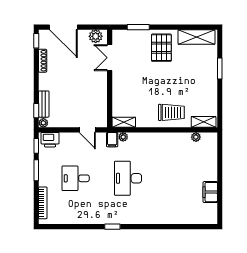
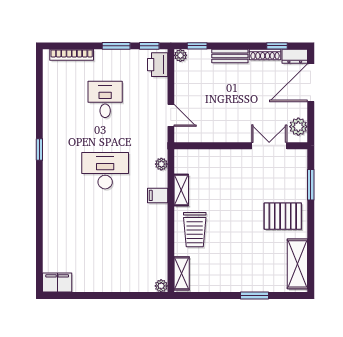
dresser: (44, 39) -> (295, 56), added
window: (36, 41) -> (277, 46), moved
bench: (44, 104) -> (230, 56), moved
shelving: (124, 122) -> (181, 190), moved
door: (87, 130) -> (171, 115), swing flipped
plant: (196, 137) -> (161, 286), moved
filing cabinet: (112, 140) -> (158, 195), moved
filing cabinet: (210, 192) -> (57, 283), moved

